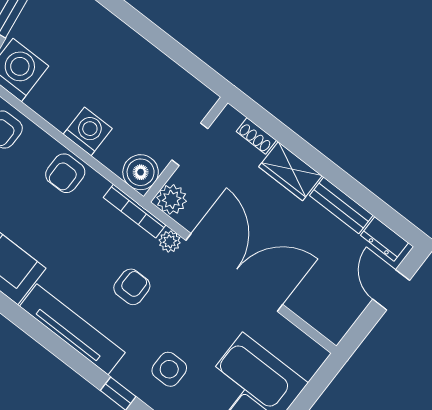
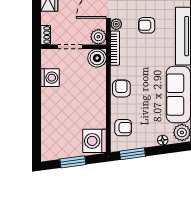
washing machine: (88, 131) -> (50, 78), moved, turned 180
shoe rack: (256, 136) -> (46, 35), moved
armchair: (65, 173) -> (121, 89), turned -90

